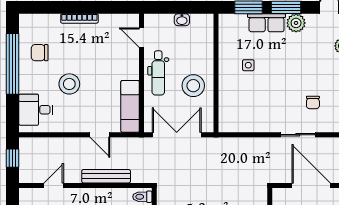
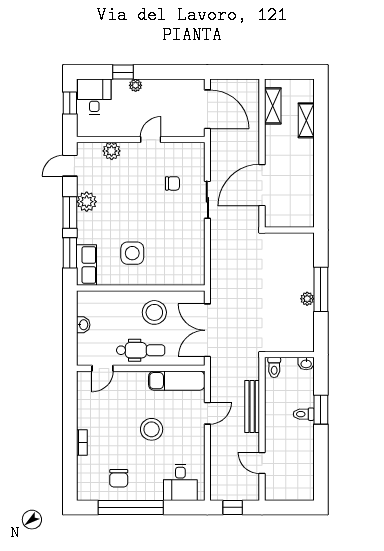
bookcase: (79, 18) -> (82, 443), width x0.64
row of seats: (267, 23) -> (86, 265), moved
side table: (248, 65) -> (132, 253), width x1.87, depth x1.87
stool: (69, 84) -> (152, 429), moved

